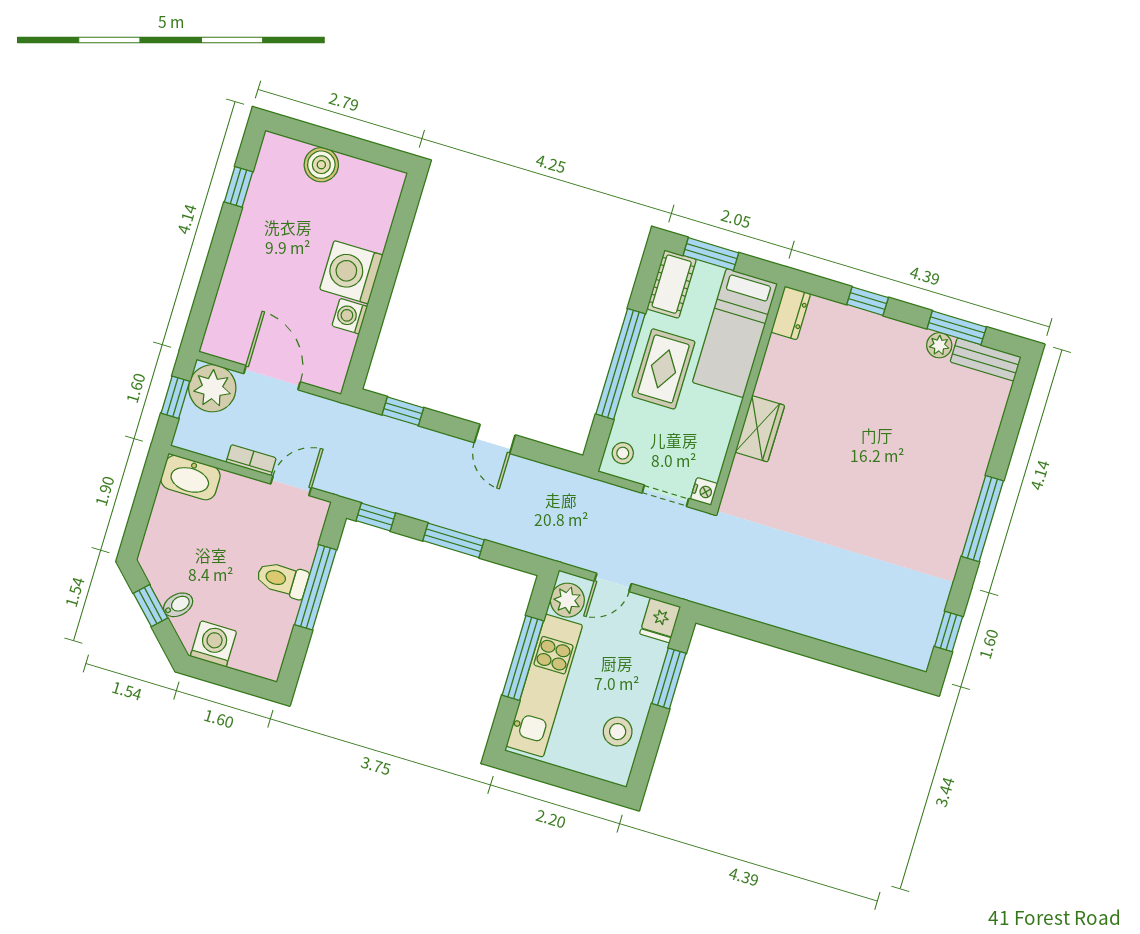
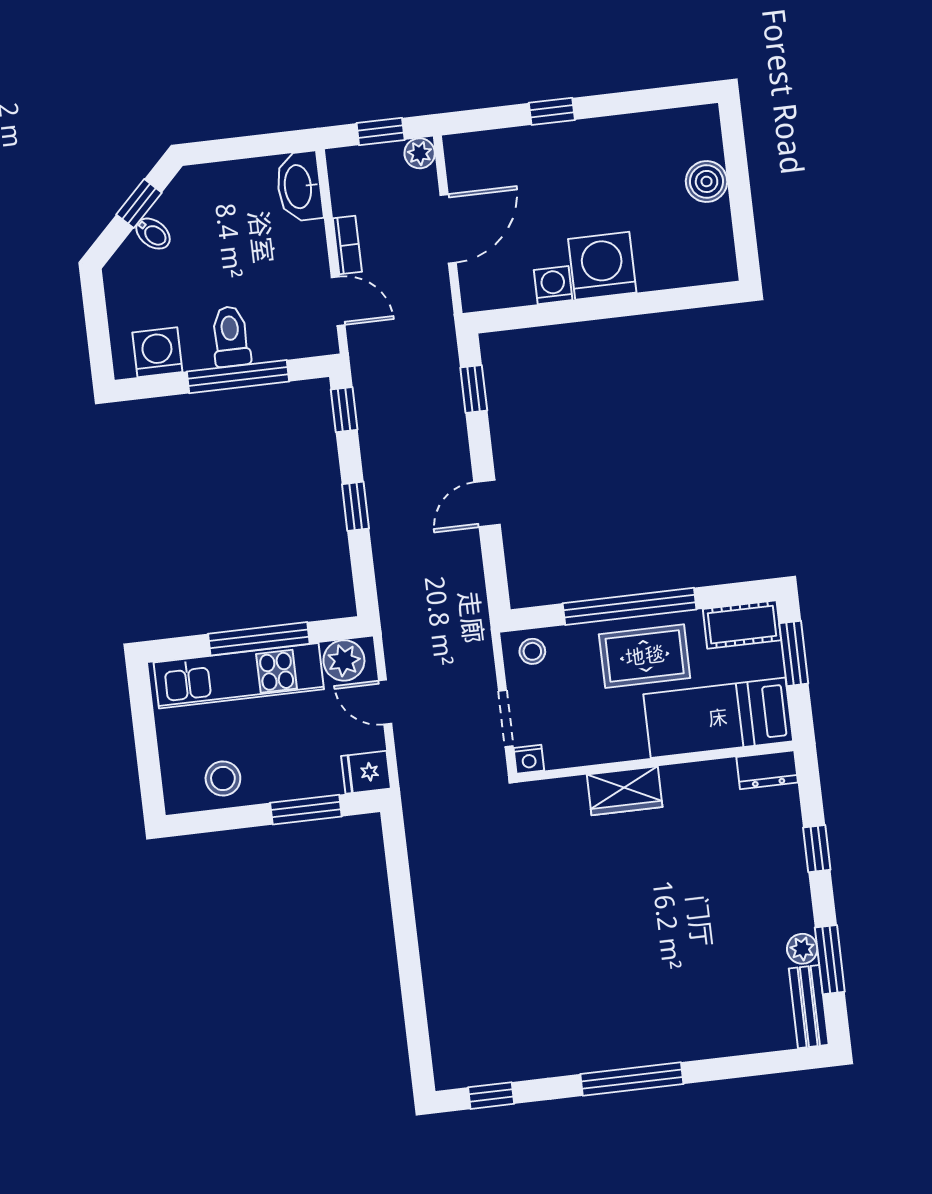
window: (238, 187) -> (552, 111), moved
plant: (212, 388) -> (420, 153), width x0.53, depth x0.53
window: (453, 540) -> (355, 506), width x0.67
washing machine: (213, 644) -> (157, 352), moved, turned -90

